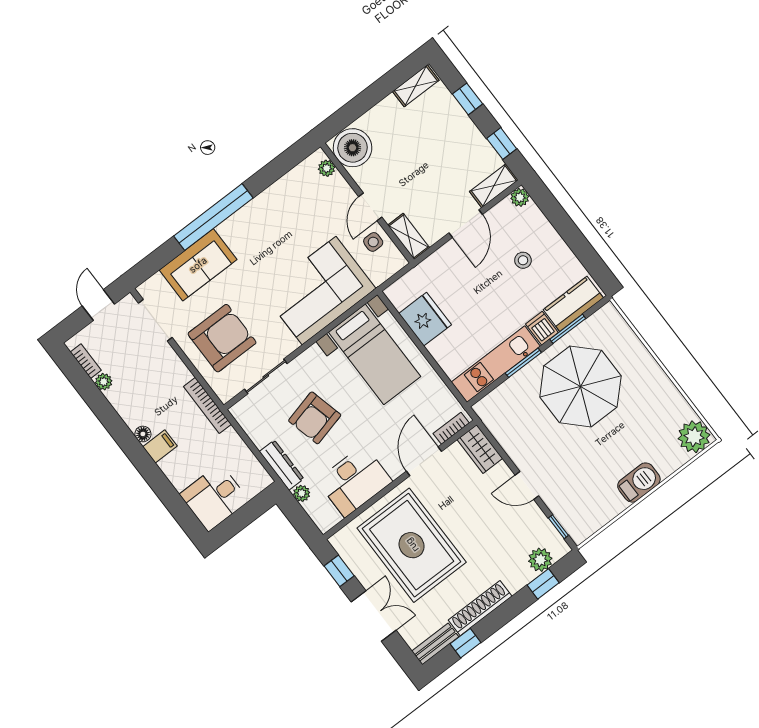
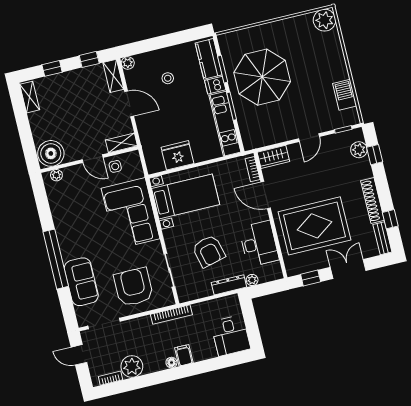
plant: (104, 382) -> (132, 366), width x1.88, depth x1.88
barbecue: (639, 483) -> (345, 95), moved

